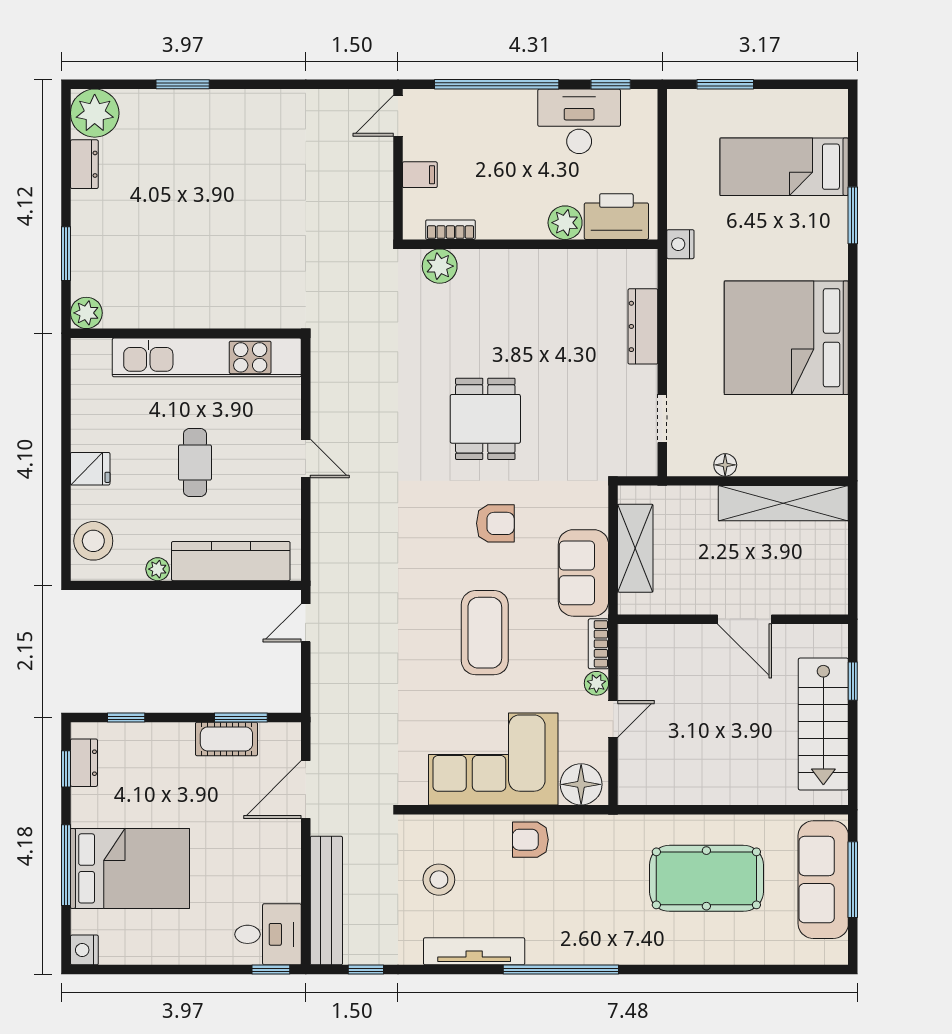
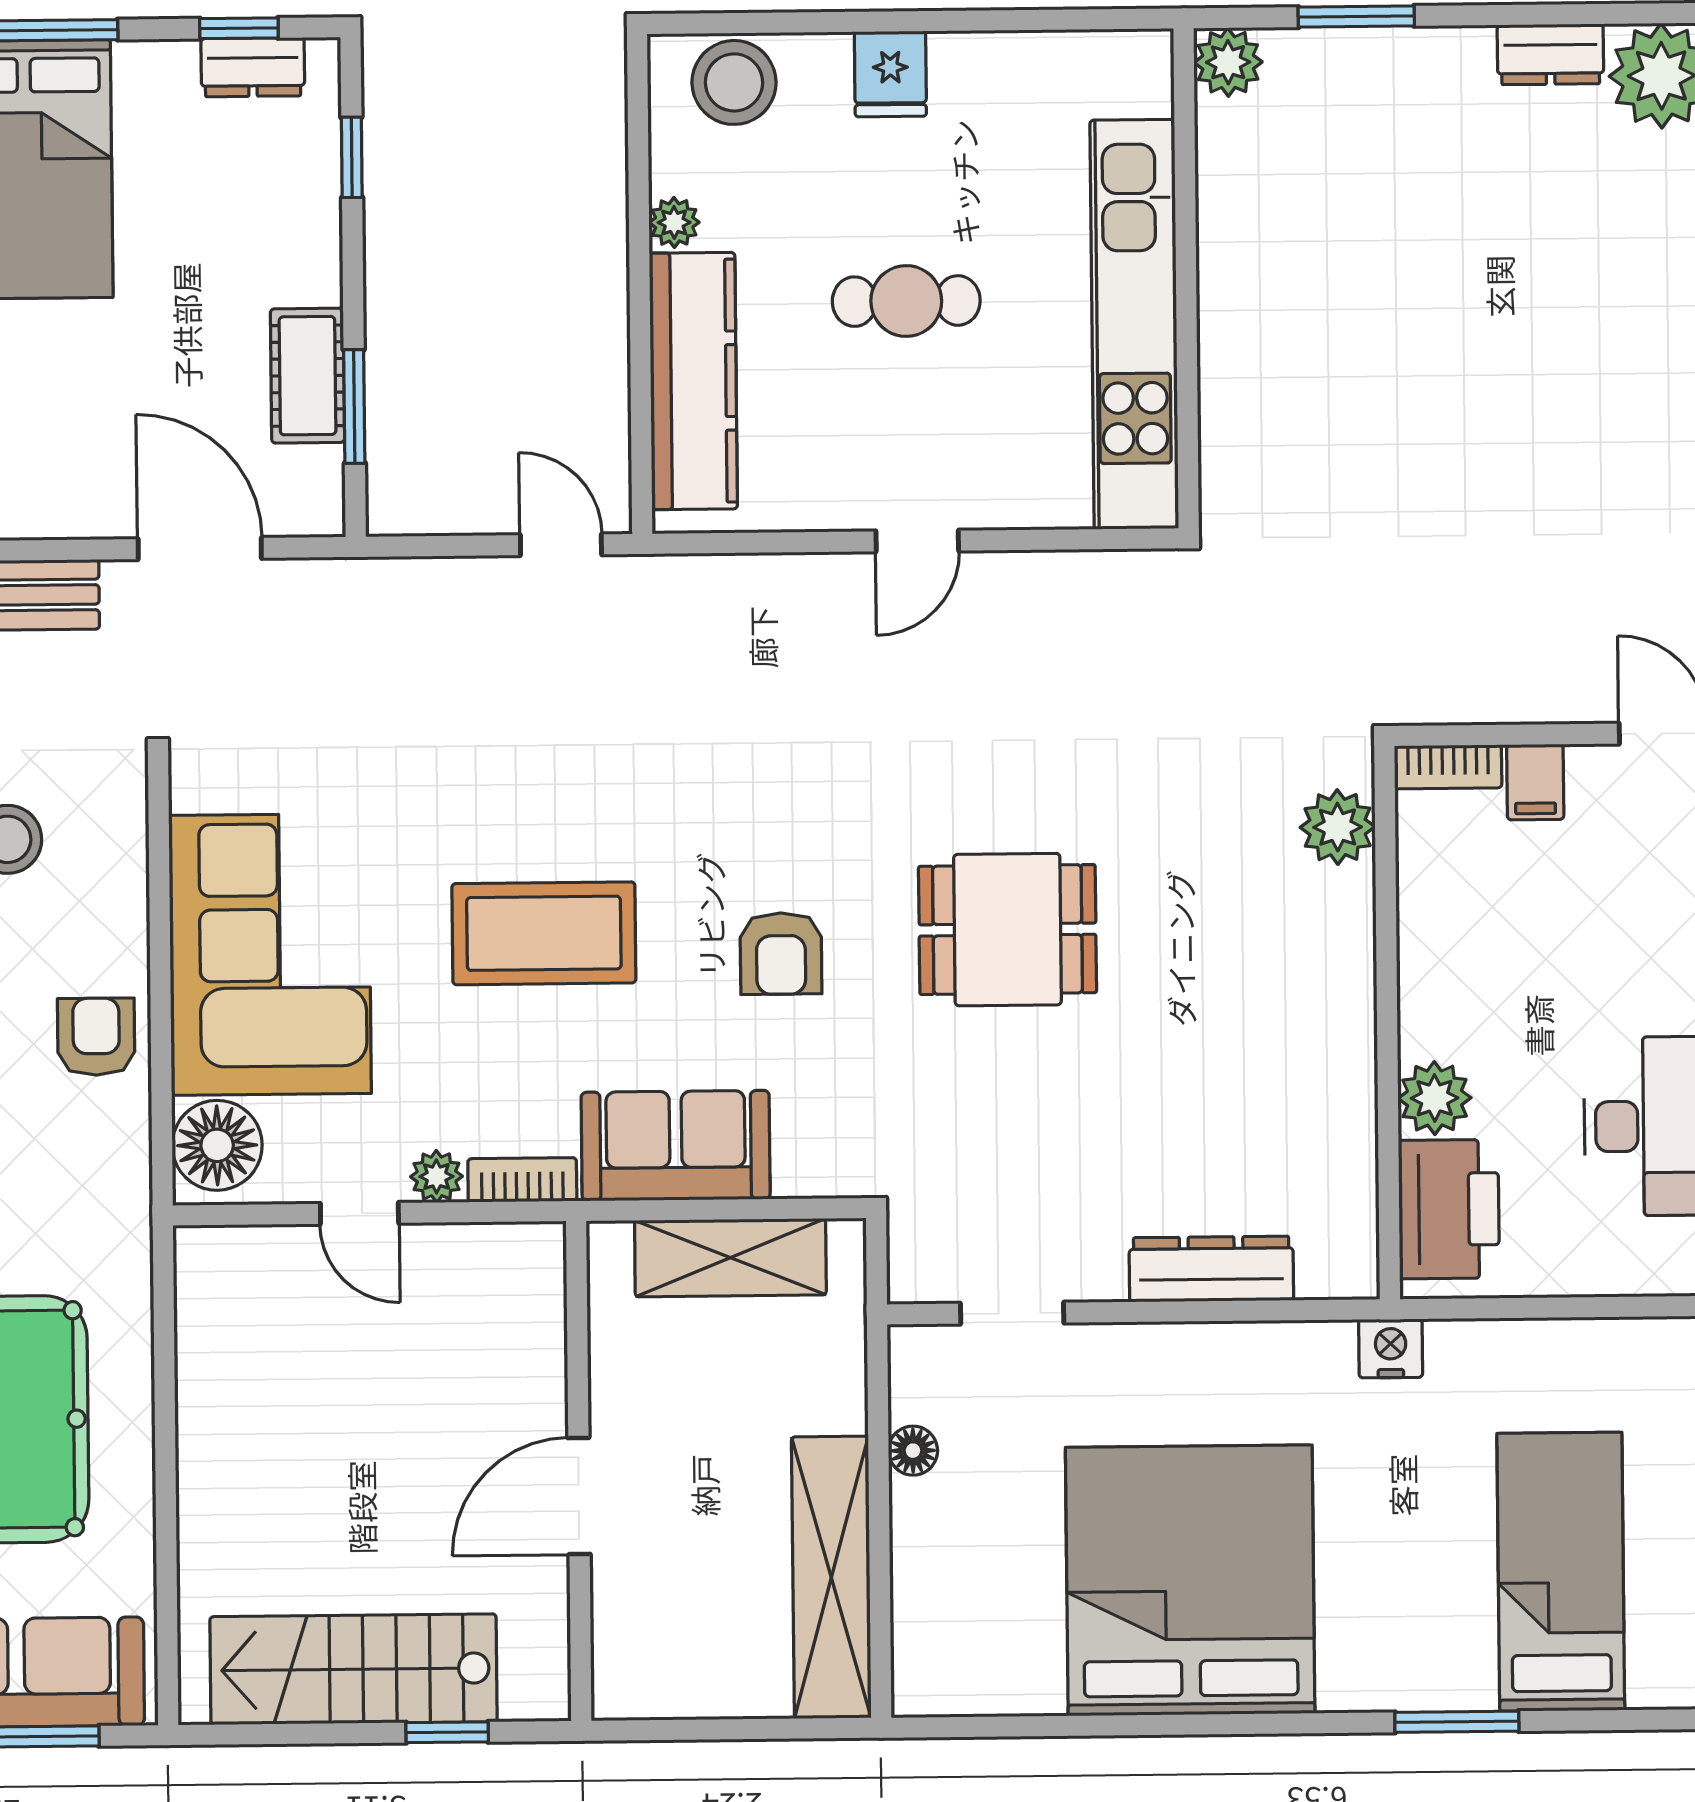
bookcase: (450, 230) -> (1448, 767), moved, turned 90

